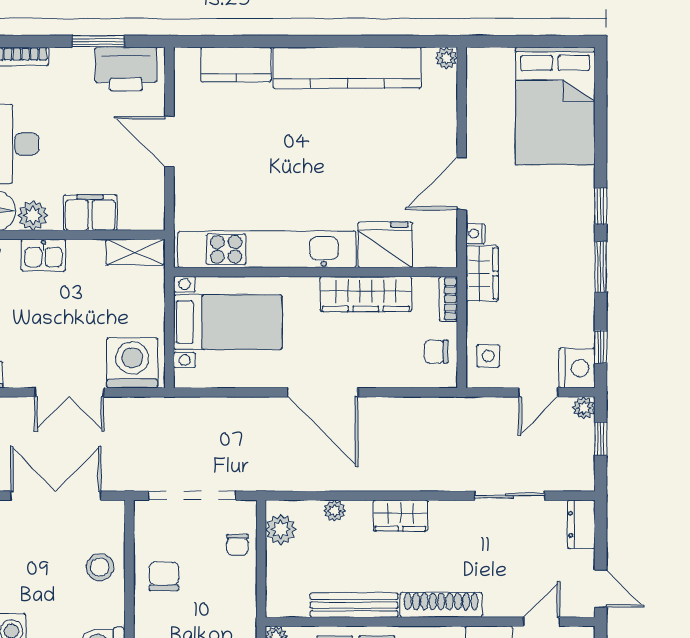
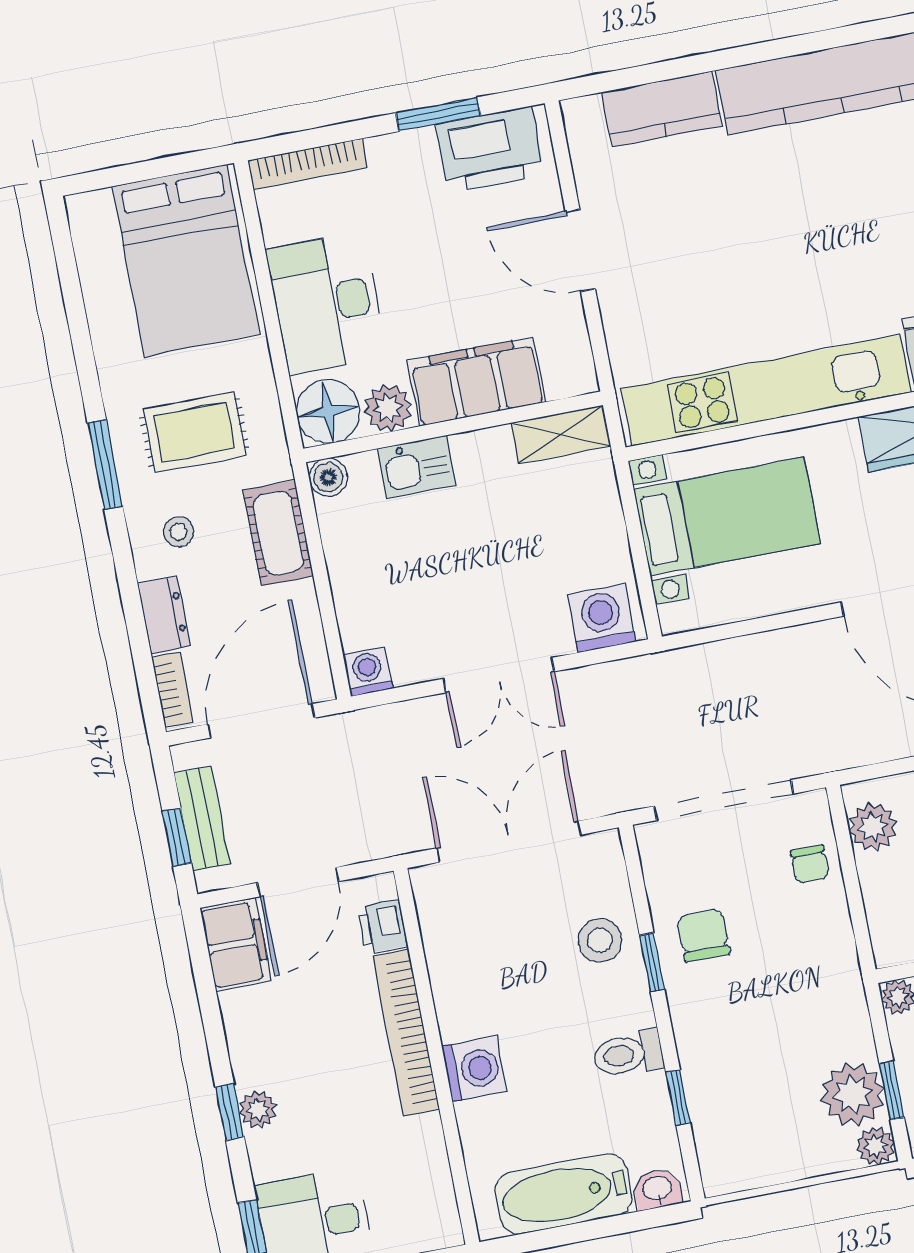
filing cabinet: (90, 213) -> (476, 381), width x1.50, depth x1.17
washing machine: (132, 363) -> (602, 618), width x0.73, depth x0.73
window: (129, 587) -> (652, 962), added

